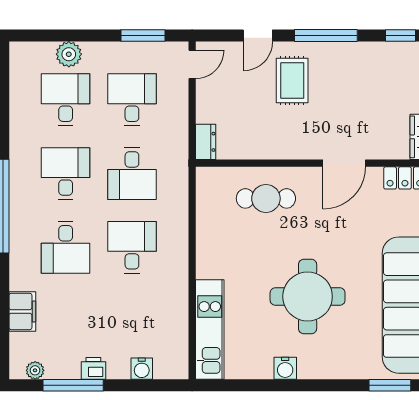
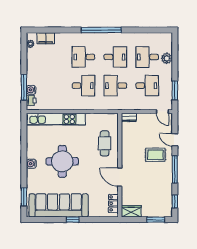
desk: (66, 100) -> (147, 57), turned 180
filing cabinet: (22, 311) -> (46, 38), moved
kitchen unit: (210, 329) -> (56, 119), width x1.36
printer: (93, 368) -> (31, 100), moved
water cooler: (285, 368) -> (31, 164), moved
window: (73, 385) -> (24, 87), moved

